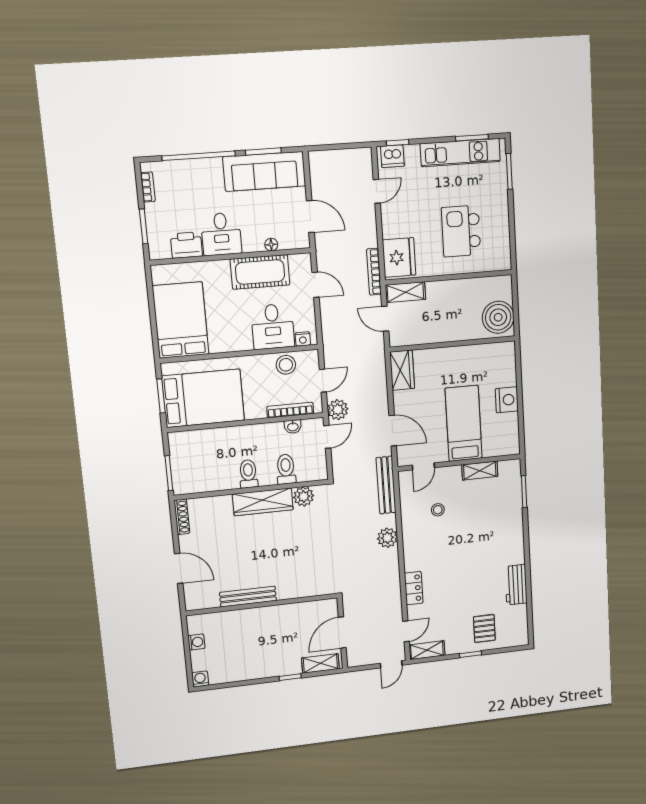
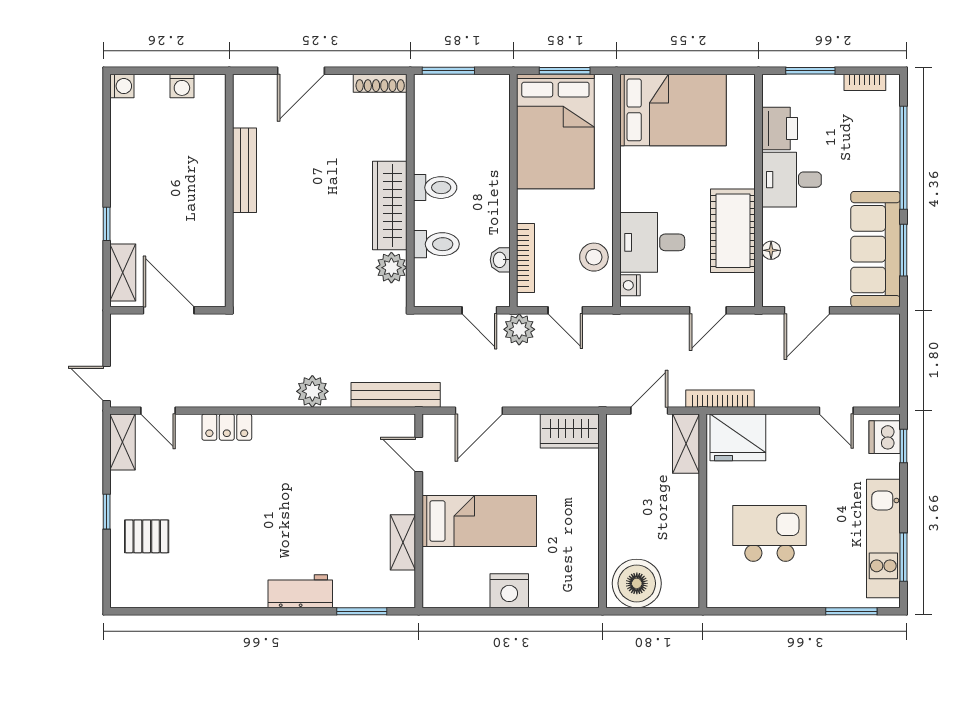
stool: (438, 510) -> (348, 473), removed
workbench: (516, 585) -> (300, 591), moved

